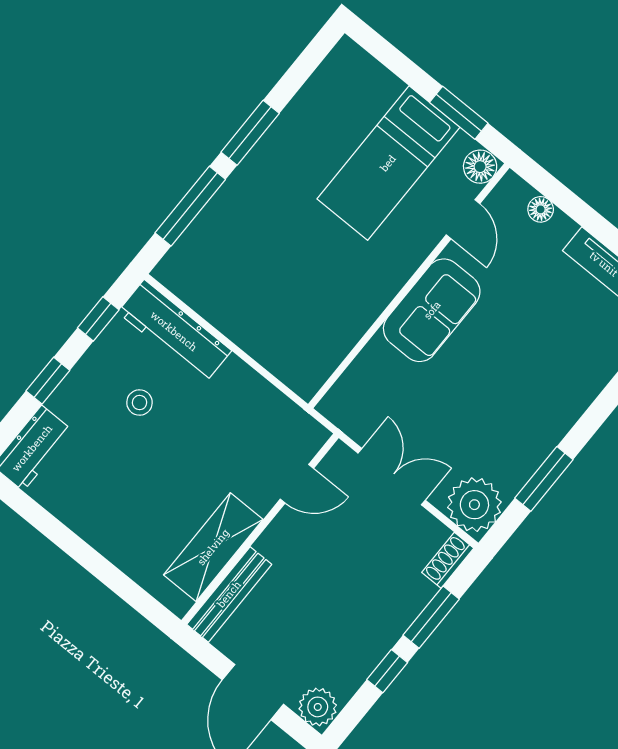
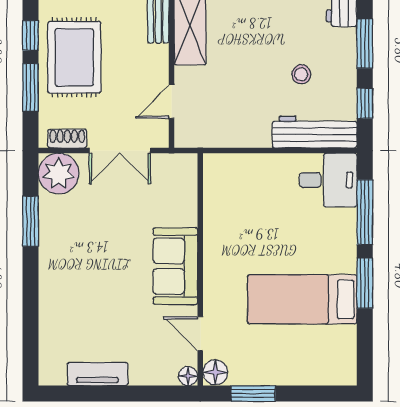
bed: (388, 163) -> (302, 299), moved, turned -90
floor lamp: (541, 209) -> (188, 376), moved
desk: (201, 270) -> (328, 180), added
window: (48, 381) -> (365, 44), width x1.50
shoe rack: (448, 560) -> (67, 139), moved, turned -90
rug: (360, 612) -> (74, 57), added

